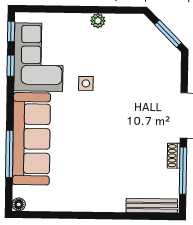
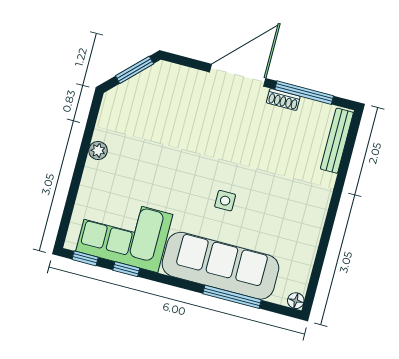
side table: (86, 83) -> (225, 201), moved

